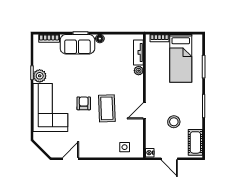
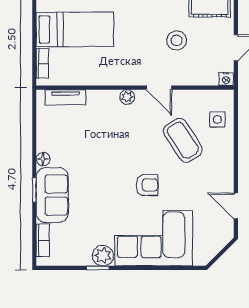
plant: (139, 71) -> (127, 97), moved
armchair: (84, 103) -> (147, 185), turned 180
coffee table: (107, 108) -> (183, 140), moved, turned 59

